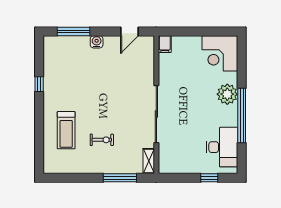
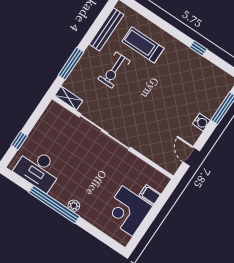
filing cabinet: (165, 44) -> (150, 195), moved
corner desk: (220, 53) -> (127, 211), moved, turned -90
plant: (227, 94) -> (74, 206), width x0.53, depth x0.53
exercise bike: (102, 140) -> (114, 70), width x1.38, depth x1.39
bench: (73, 168) -> (106, 29), added

